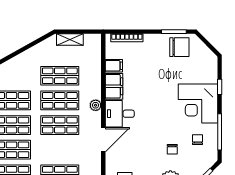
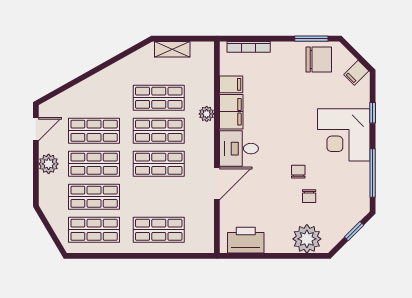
filing cabinet: (207, 57) -> (356, 73), added
plant: (96, 105) -> (207, 114), moved
chair: (198, 140) -> (298, 172), moved

